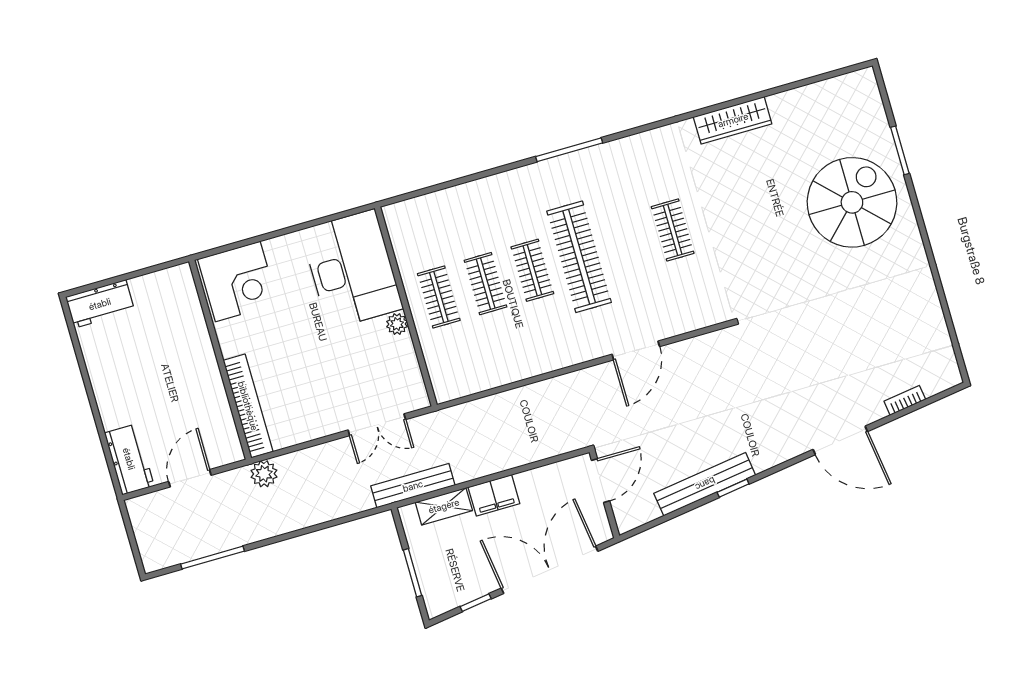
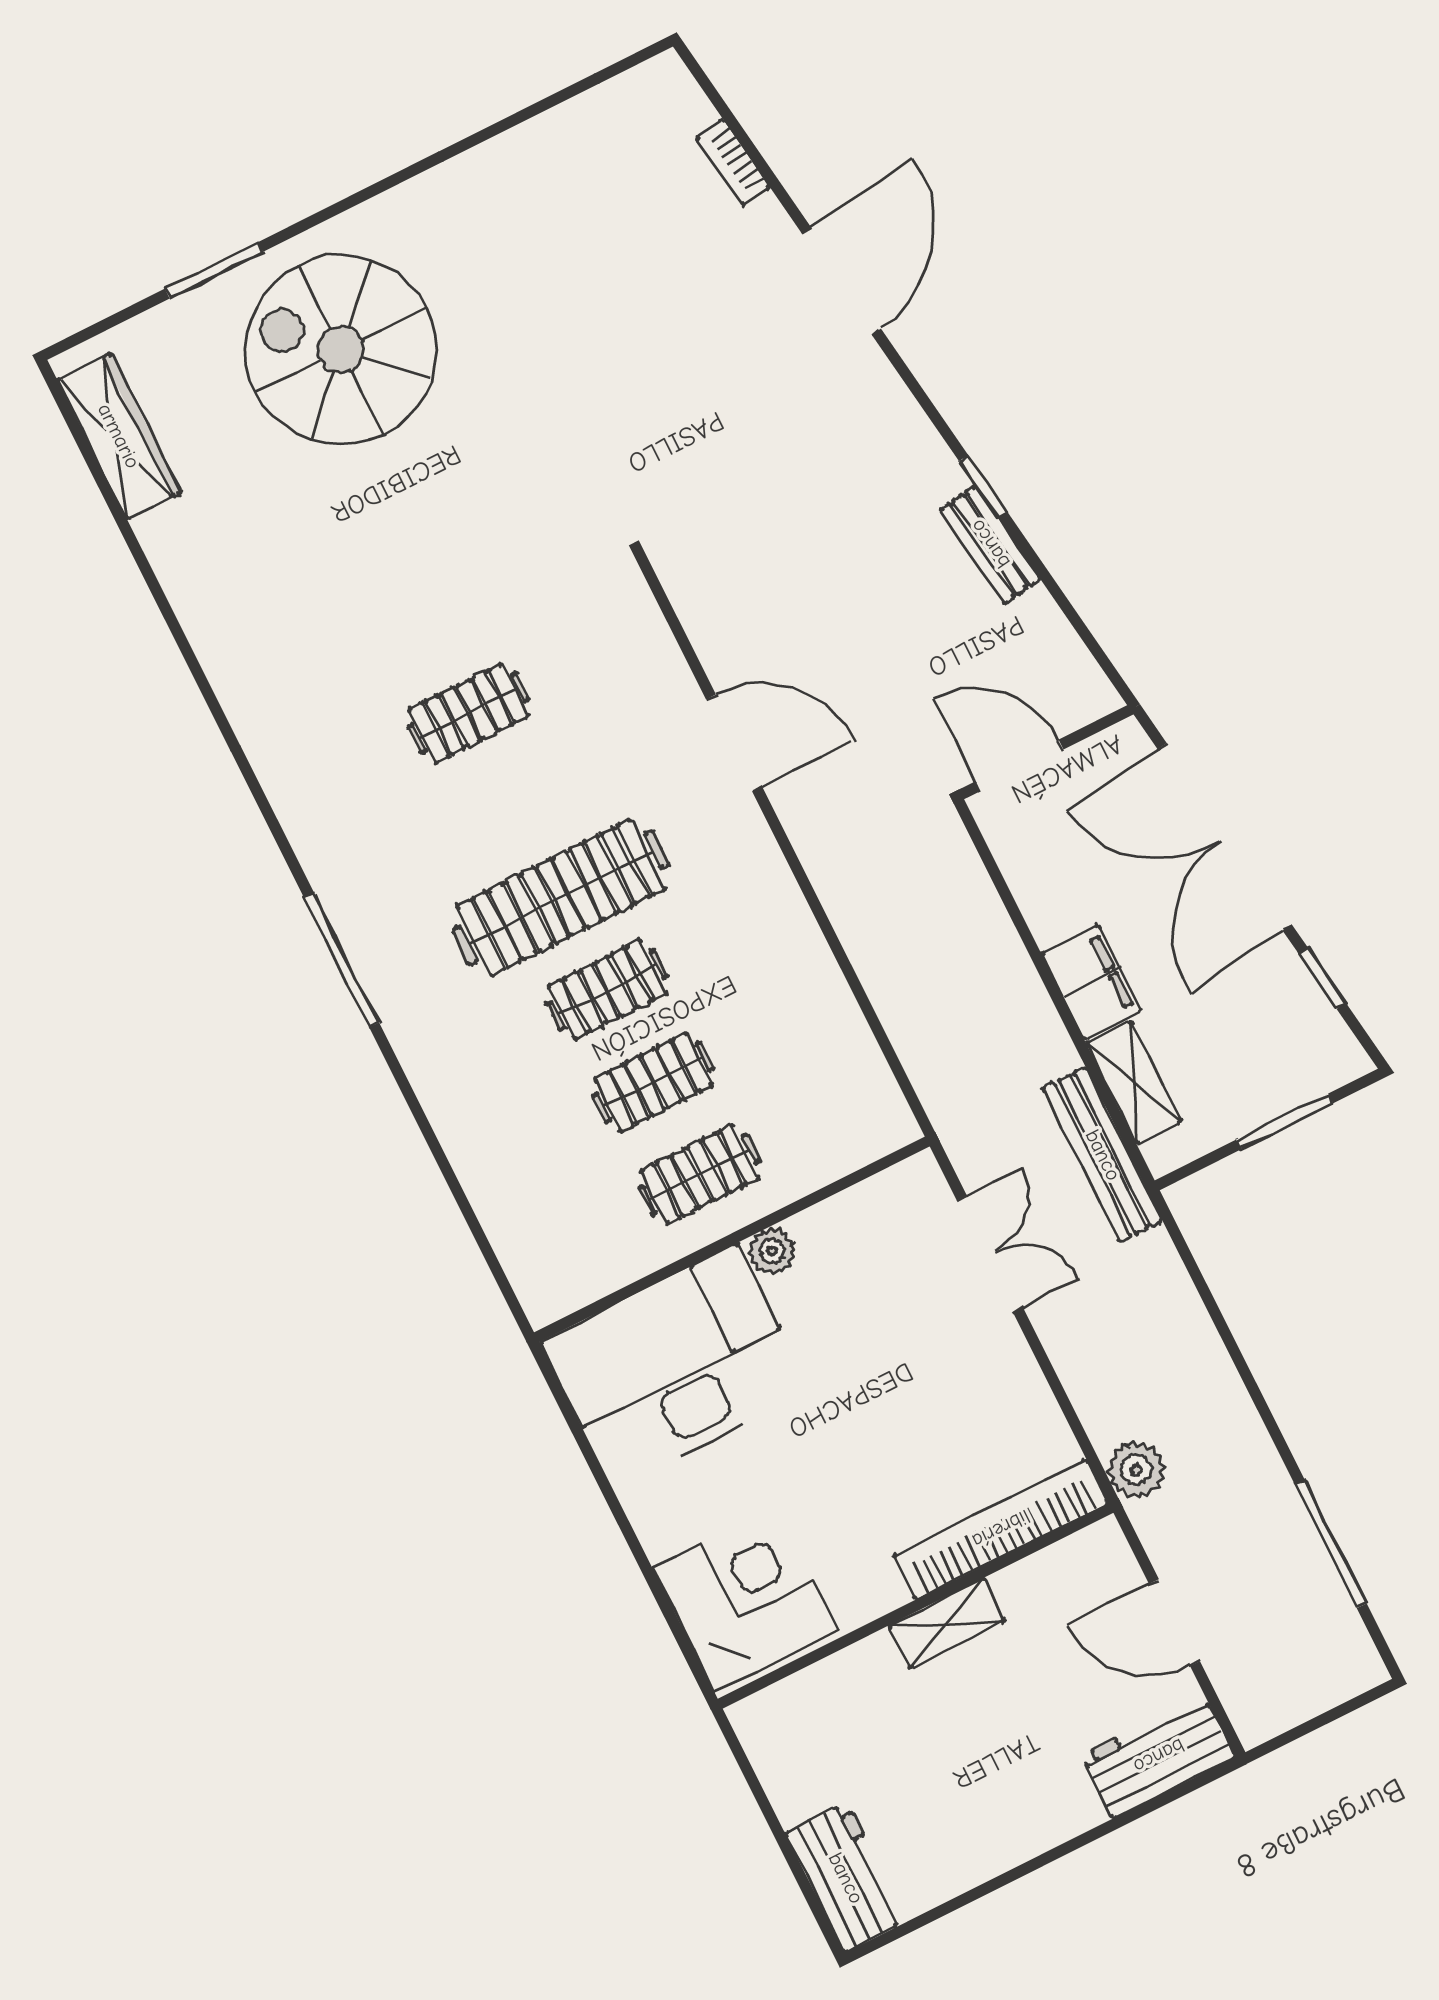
wardrobe: (733, 120) -> (119, 436), moved
shelving: (209, 373) -> (947, 1623), added
bench: (705, 484) -> (990, 544), width x0.54, depth x0.82

